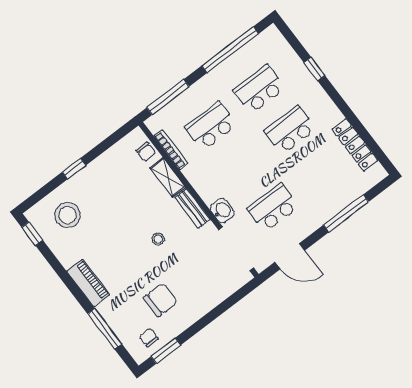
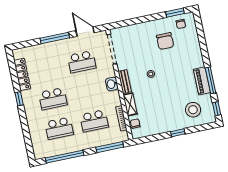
window: (314, 69) -> (19, 99), moved
washbasin: (222, 211) -> (112, 84), moved
window: (346, 213) -> (55, 38), moved
piano: (88, 283) -> (202, 81), moved
chair: (160, 300) -> (165, 41), turned -90
window: (105, 329) -> (211, 80), moved

